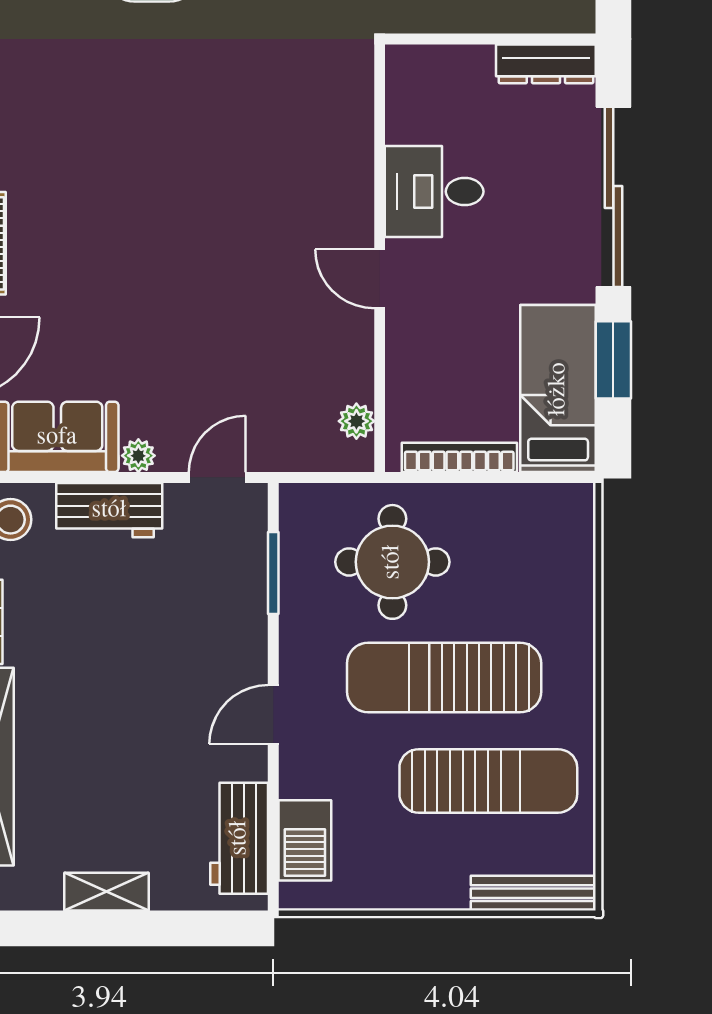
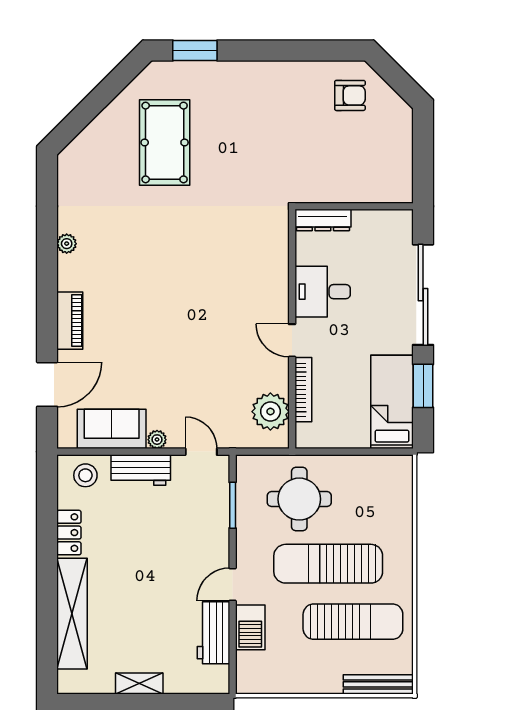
dresser: (546, 64) -> (323, 220), moved
plant: (356, 421) -> (270, 412), width x1.88, depth x1.88
bookcase: (459, 457) -> (303, 390), moved, turned 90
door: (217, 477) -> (201, 452), hinge flipped
workbench: (239, 838) -> (213, 633), moved
barbecue: (305, 840) -> (250, 627), moved

